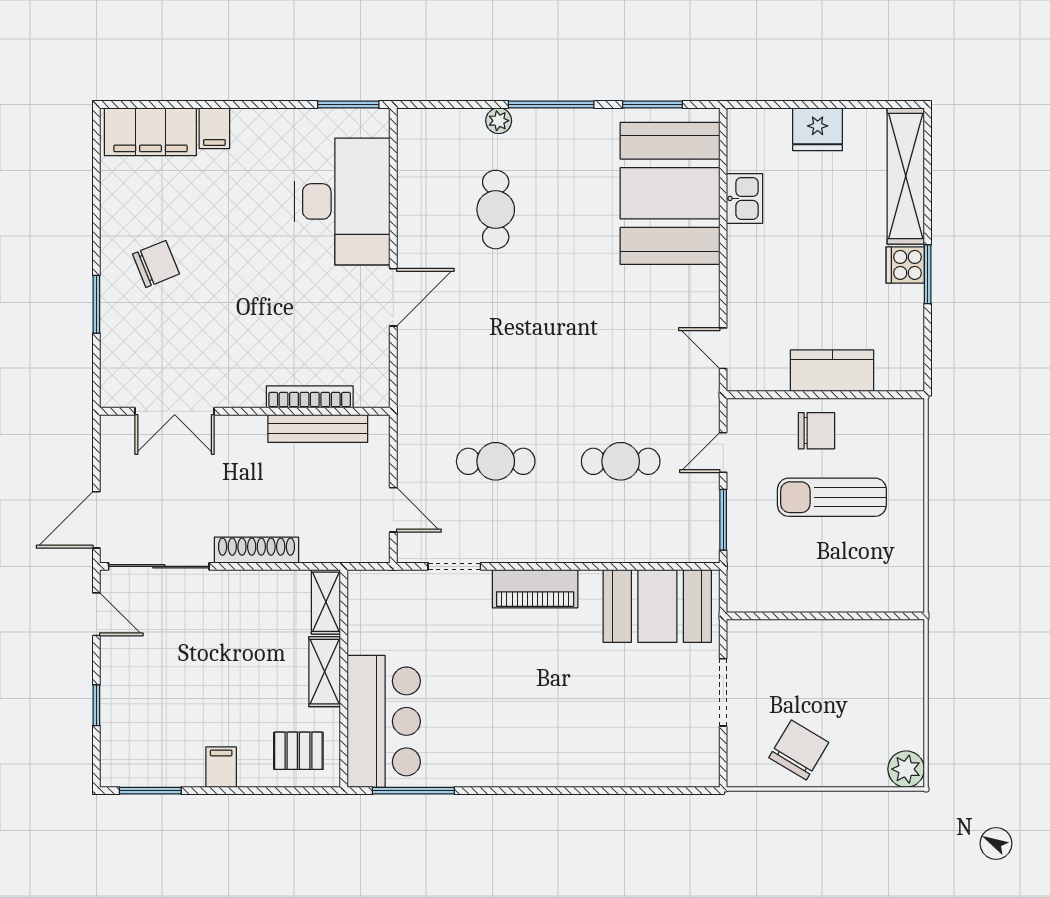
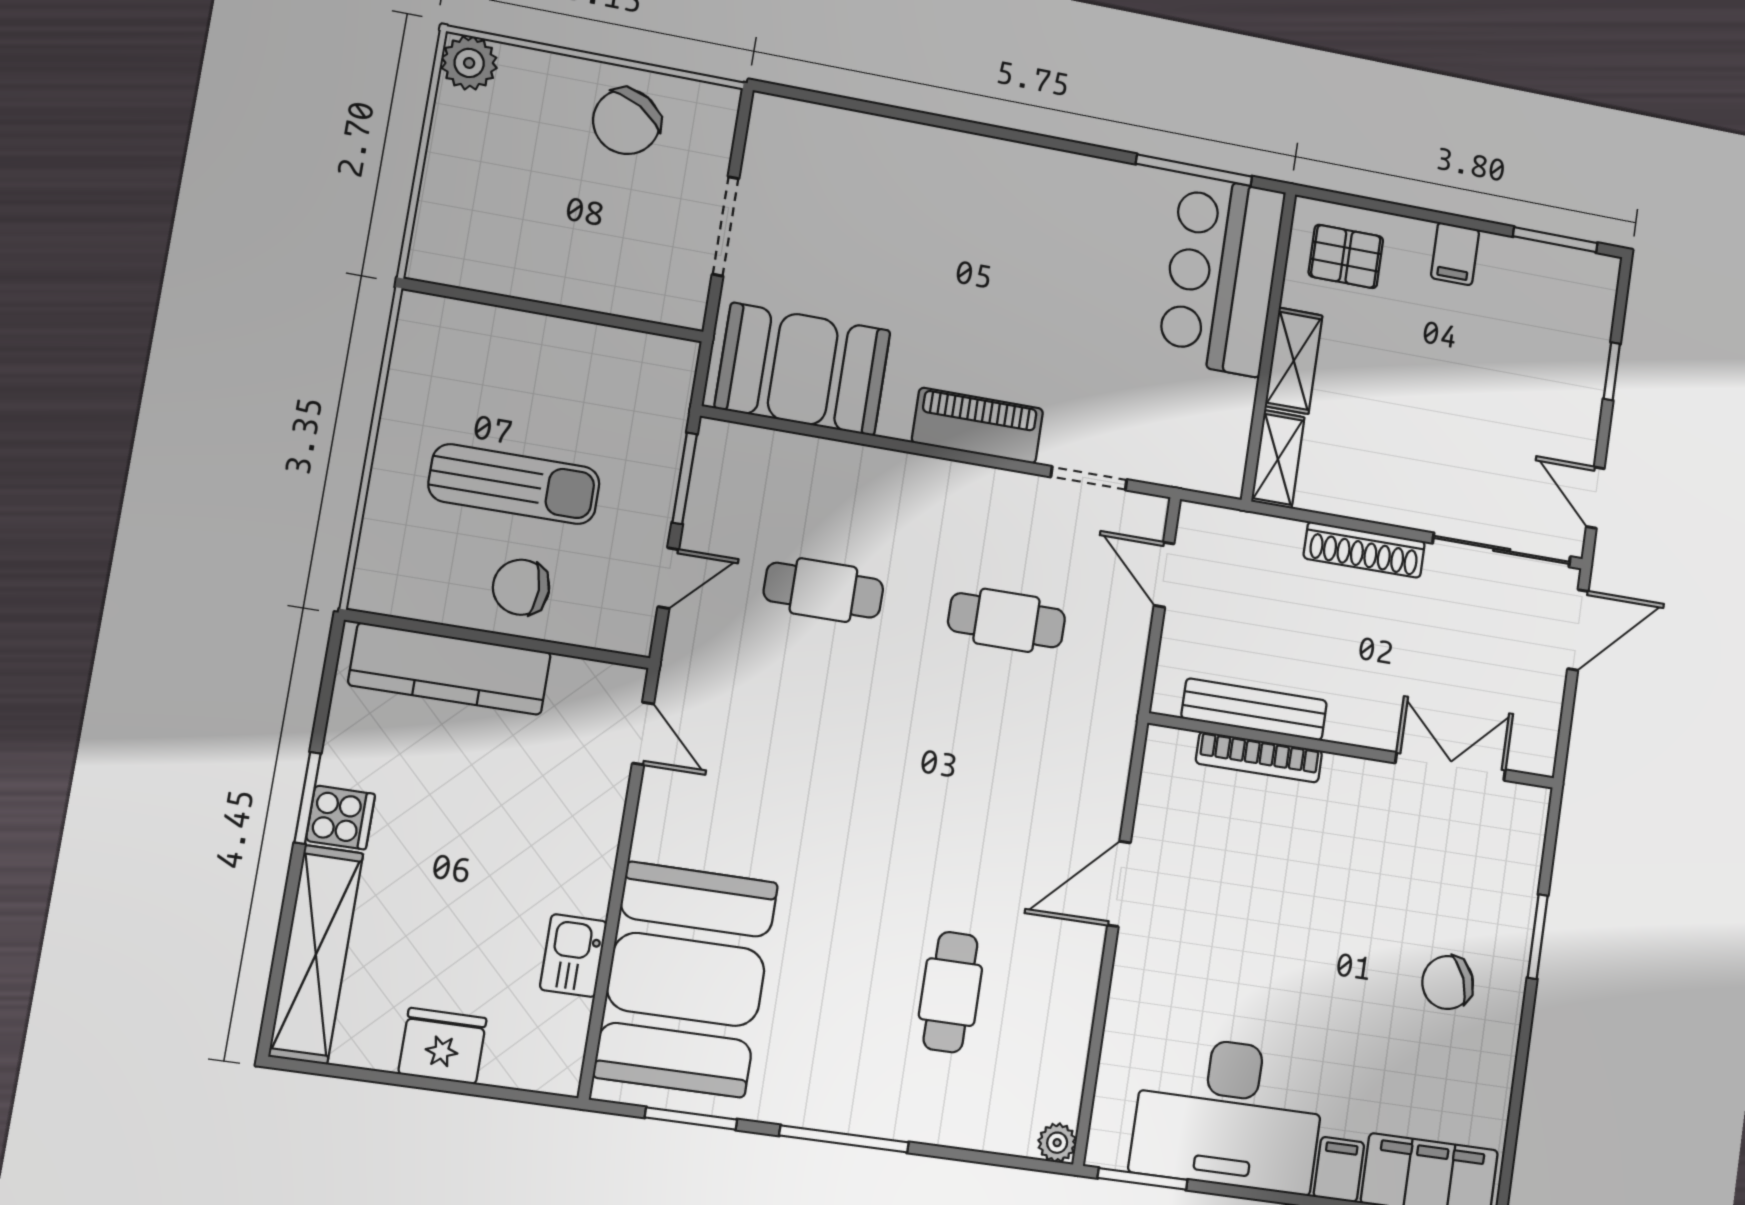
plant: (499, 121) -> (1057, 1143), moved
desk: (342, 201) -> (1229, 1114), moved, turned -90
kitchen counter: (832, 371) -> (450, 669), width x1.50

